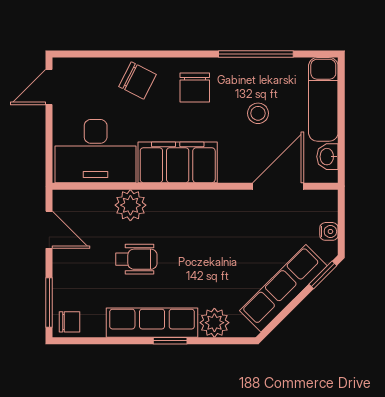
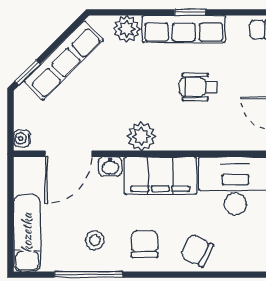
stool: (258, 113) -> (95, 240), moved
washbasin: (327, 157) -> (110, 167), moved, turned 90
plant: (130, 205) -> (141, 136), moved
water cooler: (329, 231) -> (22, 138), moved
window: (170, 341) -> (190, 12), moved

